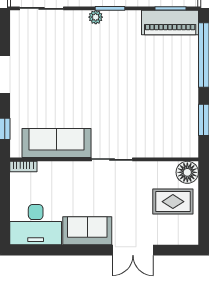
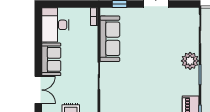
plant: (96, 17) -> (190, 61), width x1.87, depth x1.87
double door: (133, 250) -> (38, 90), swing flipped

